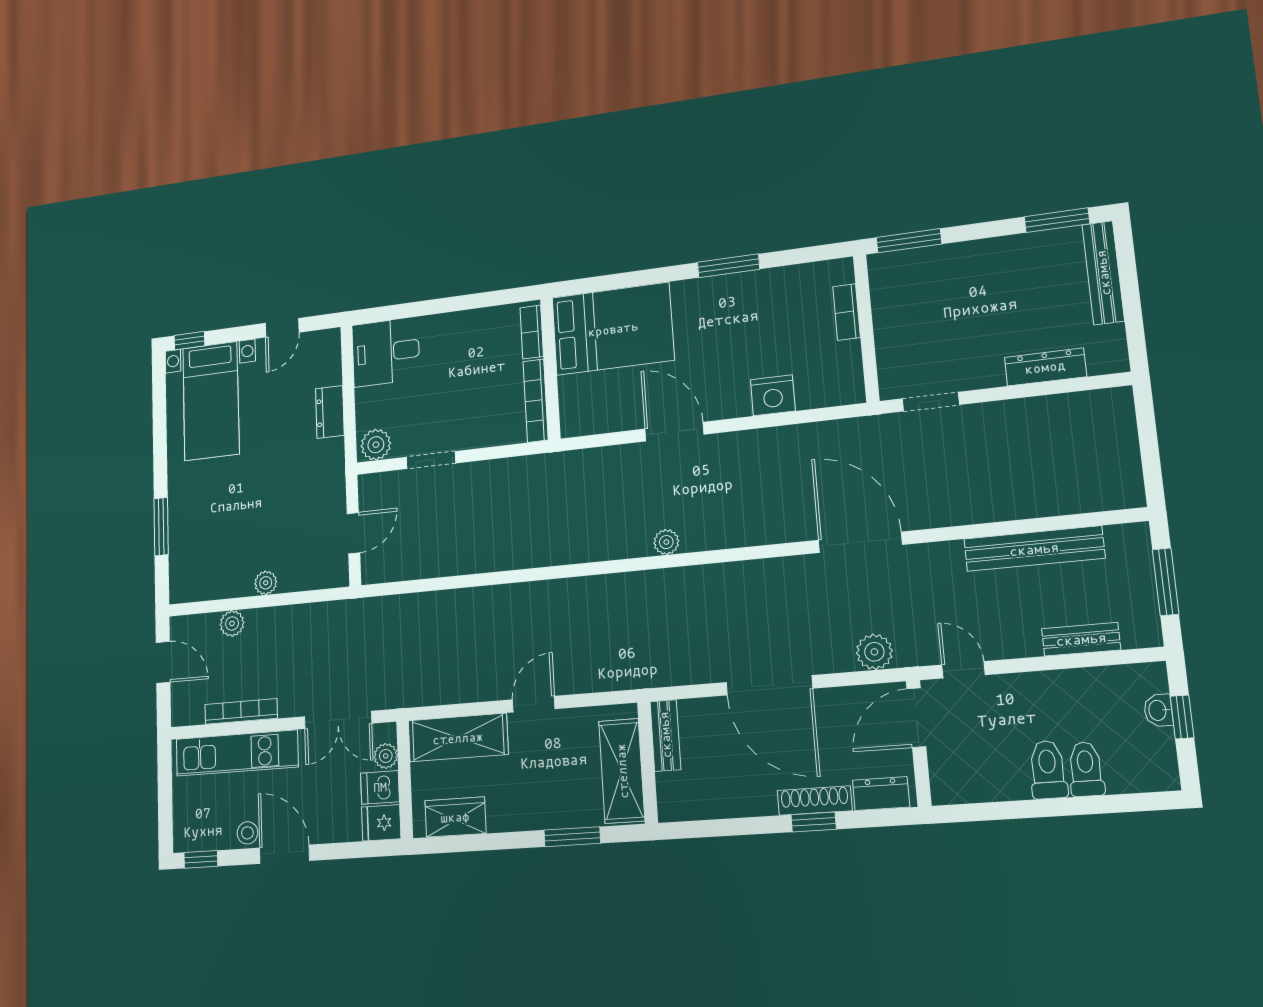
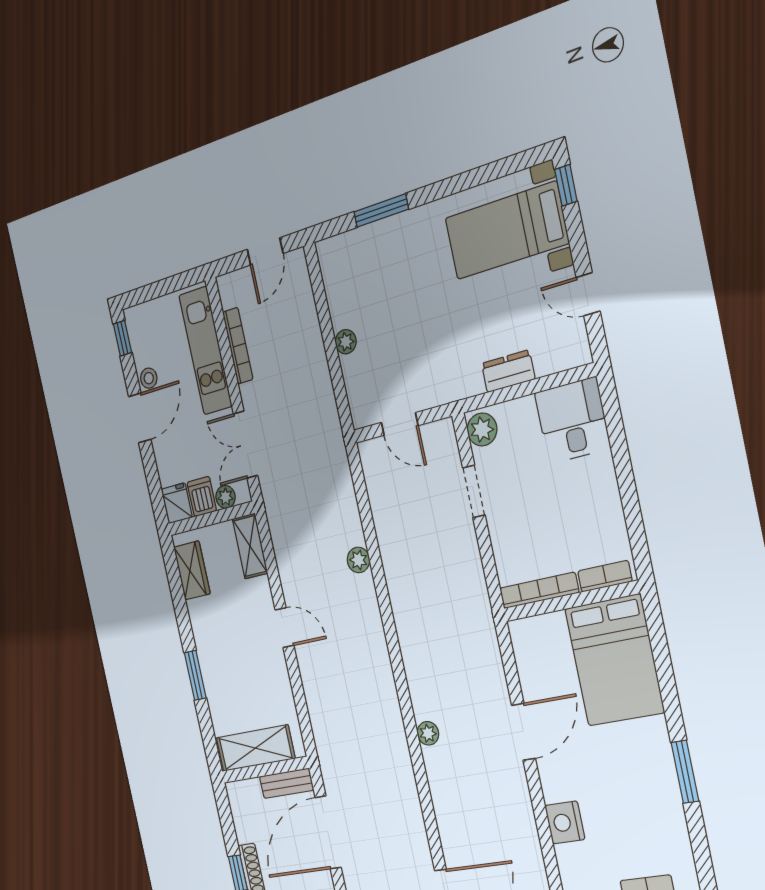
plant: (232, 623) -> (358, 560), moved
bench: (665, 735) -> (287, 783), moved
shelving: (458, 738) -> (250, 546), width x0.67, depth x0.75
wall: (648, 762) -> (265, 770), moved
shelving: (622, 771) -> (255, 748), moved

